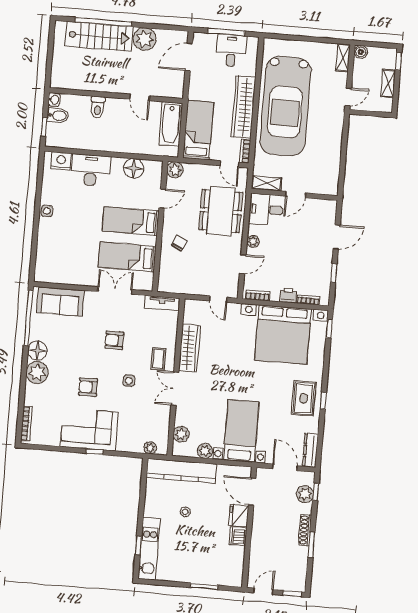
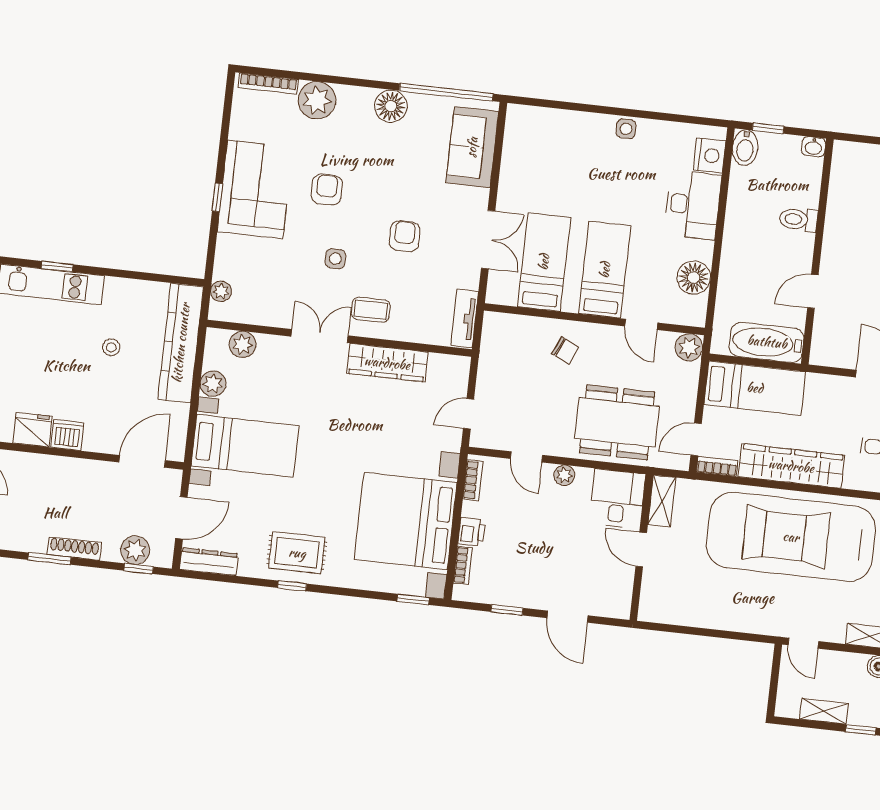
bidet: (58, 116) -> (745, 148), moved
plant: (37, 372) -> (317, 100), moved
fridge: (239, 516) -> (33, 430), moved

